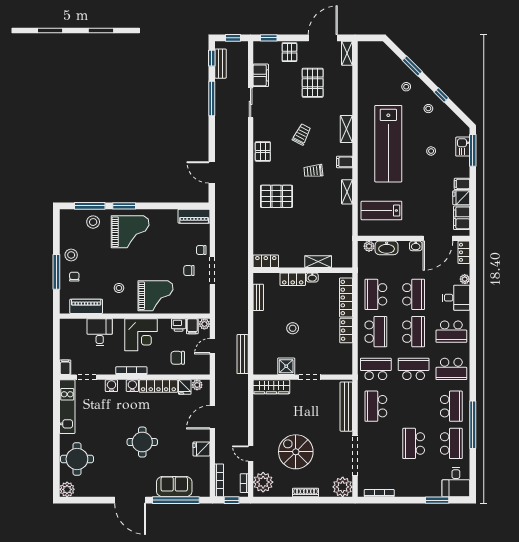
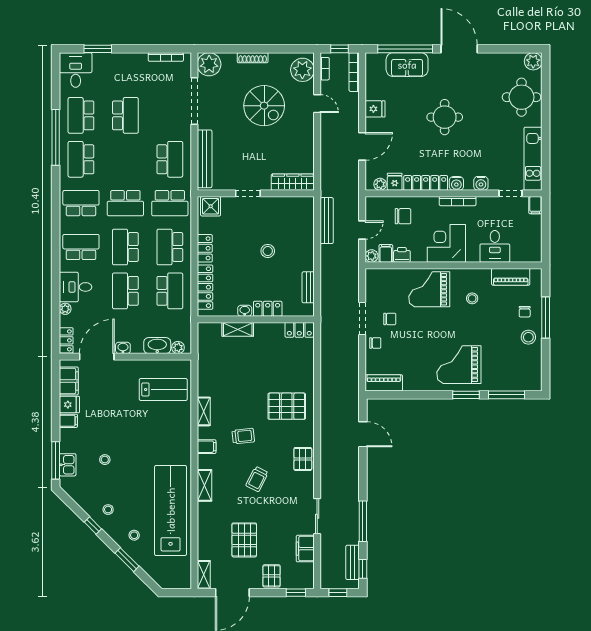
lab bench: (388, 144) -> (171, 510), moved
stool: (93, 222) -> (503, 376), removed
shower: (286, 366) -> (211, 206), moved

